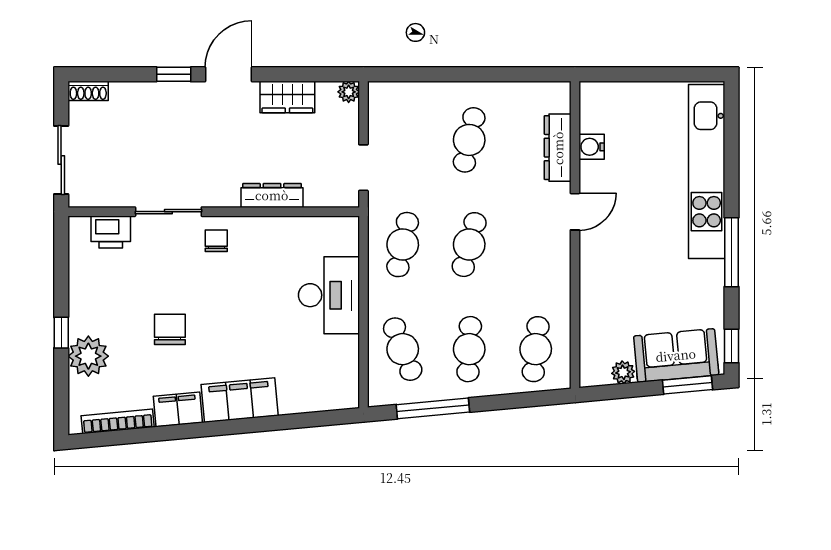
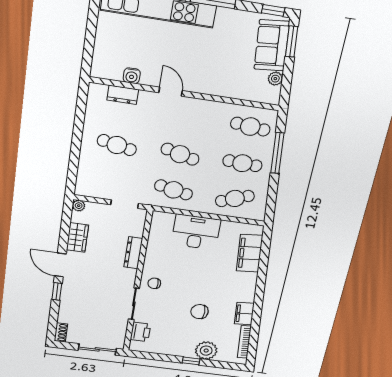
dresser: (558, 148) -> (123, 95), width x0.70
filing cabinet: (240, 400) -> (249, 253), moved
window: (433, 408) -> (277, 153), moved

